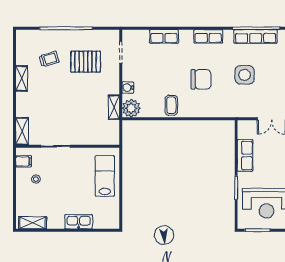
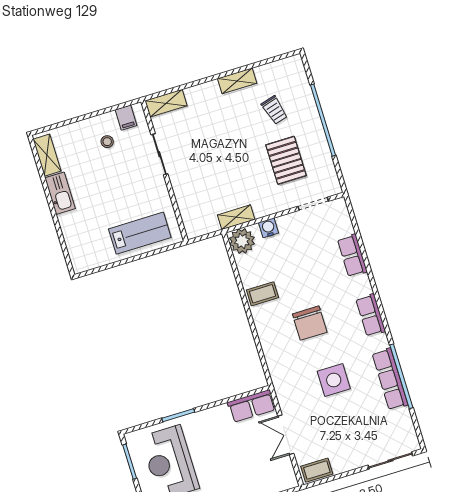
row of seats: (245, 155) -> (252, 406), moved
kitchen sink: (79, 222) -> (60, 193), moved

